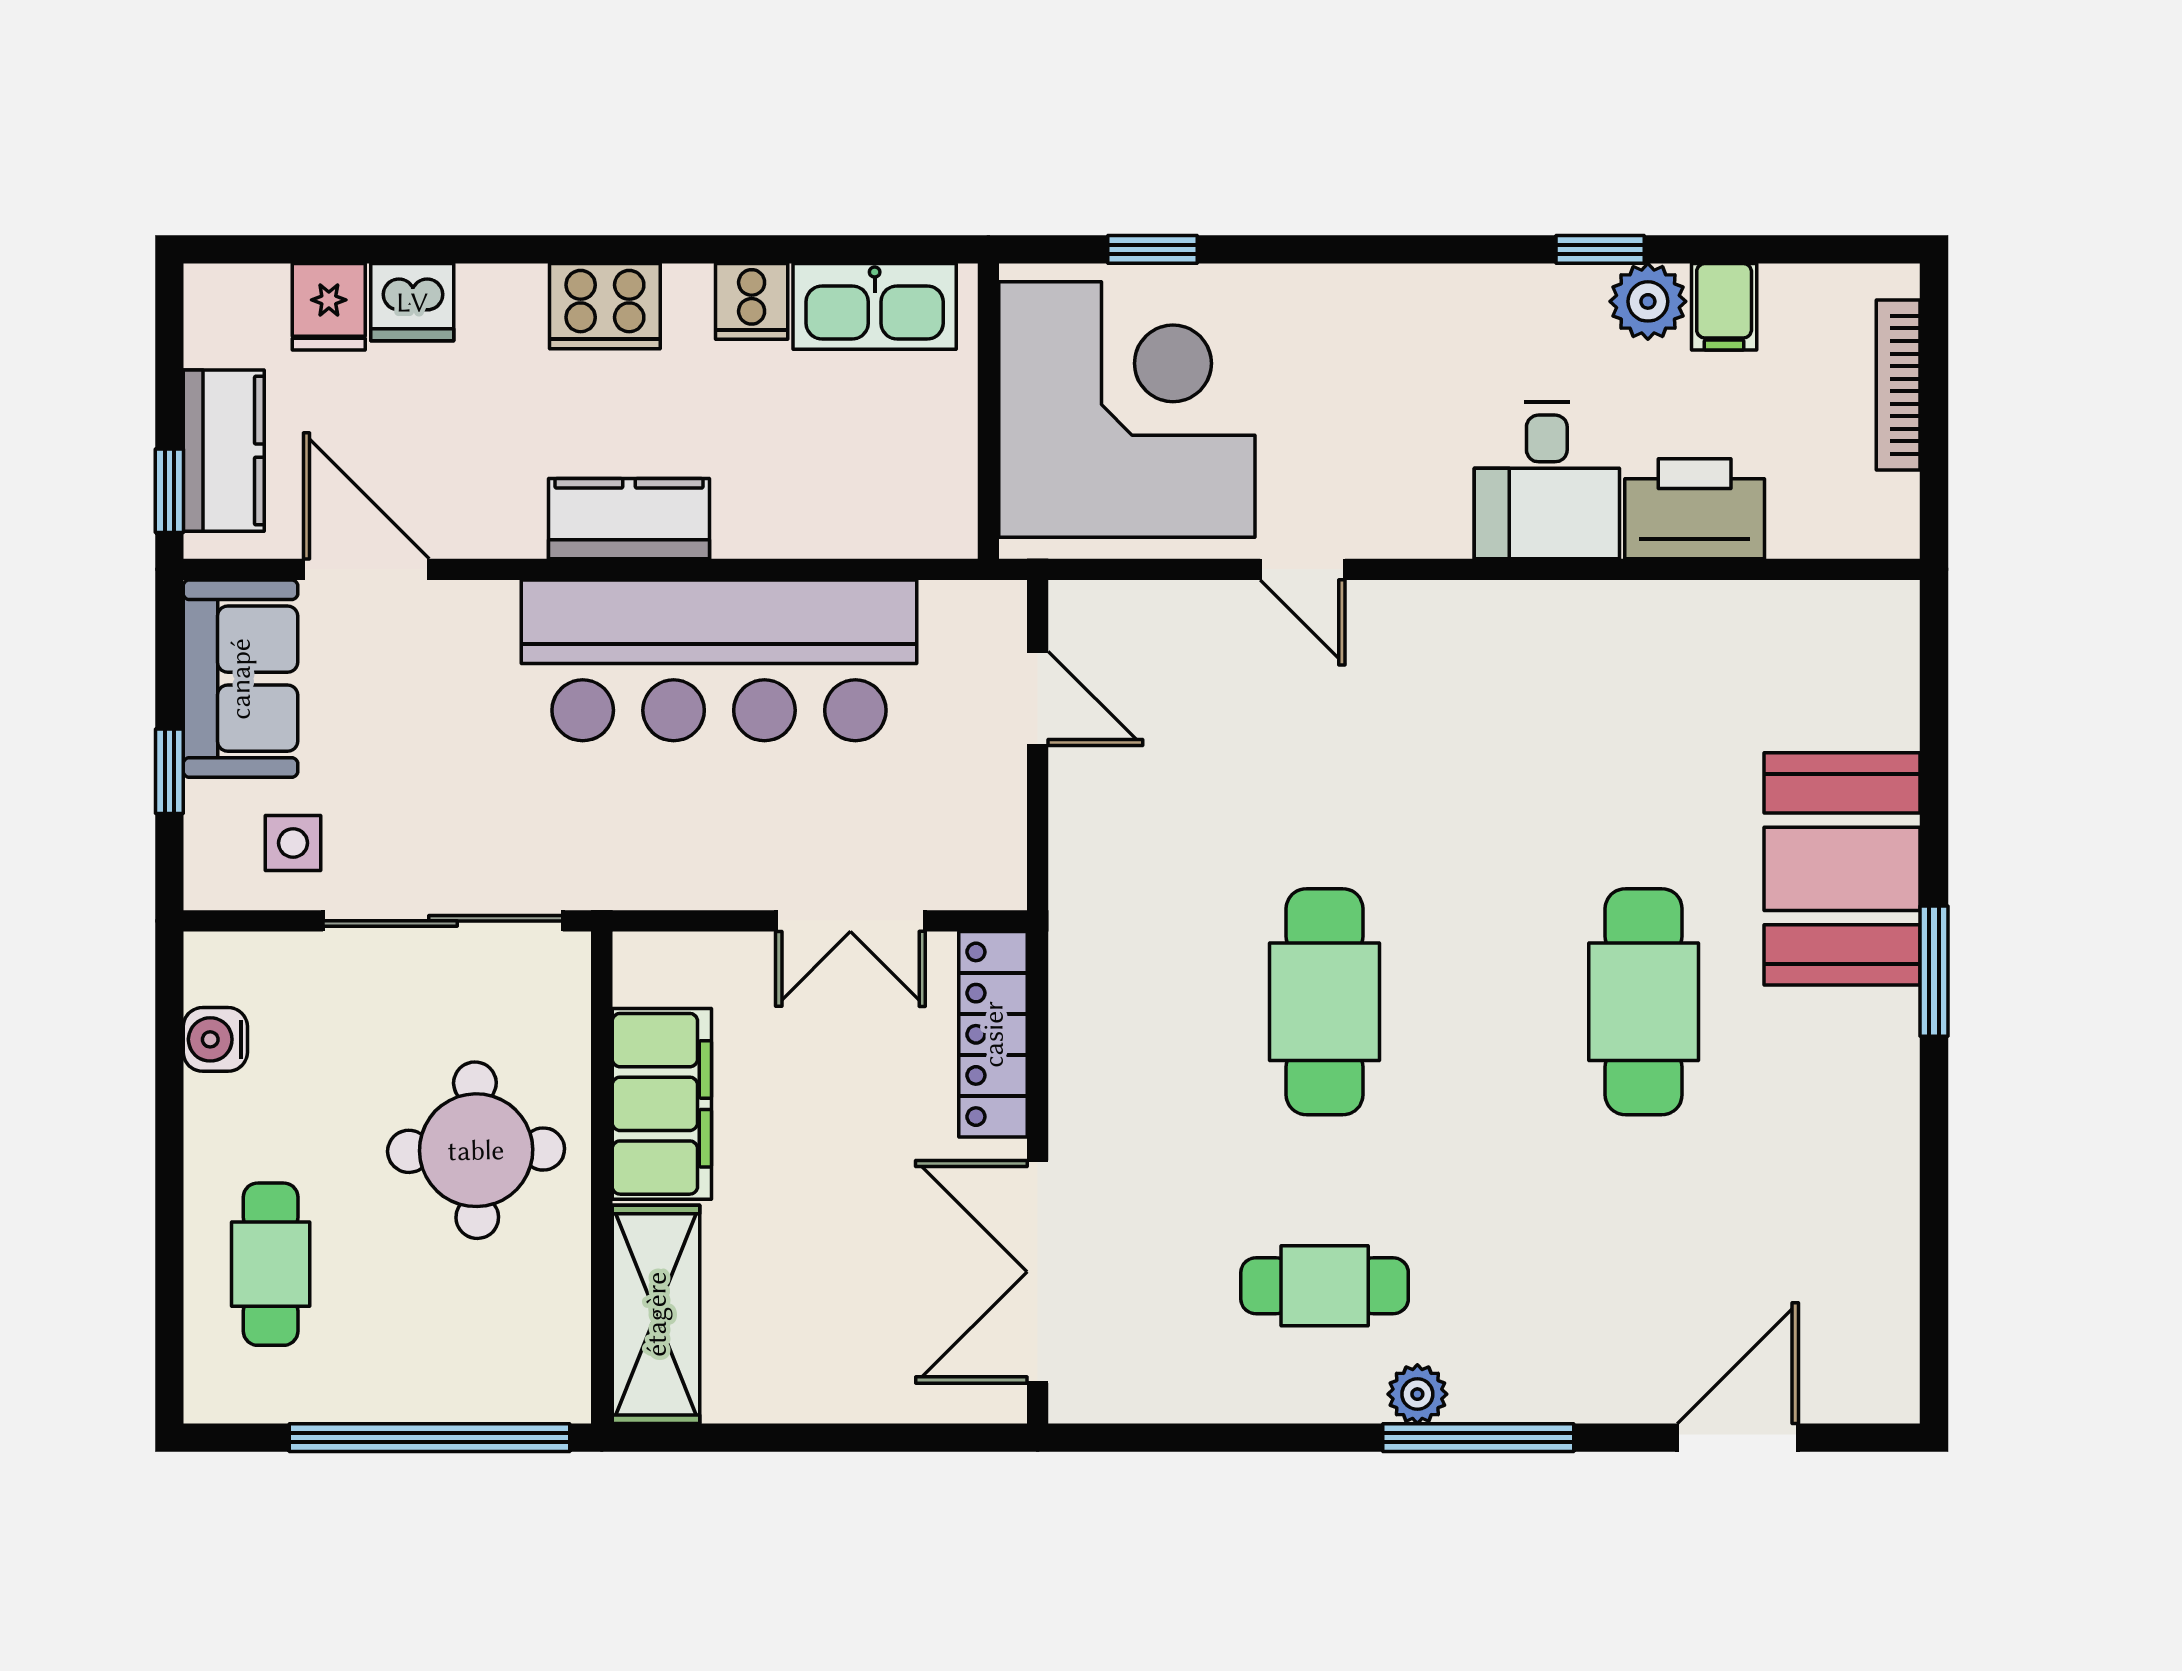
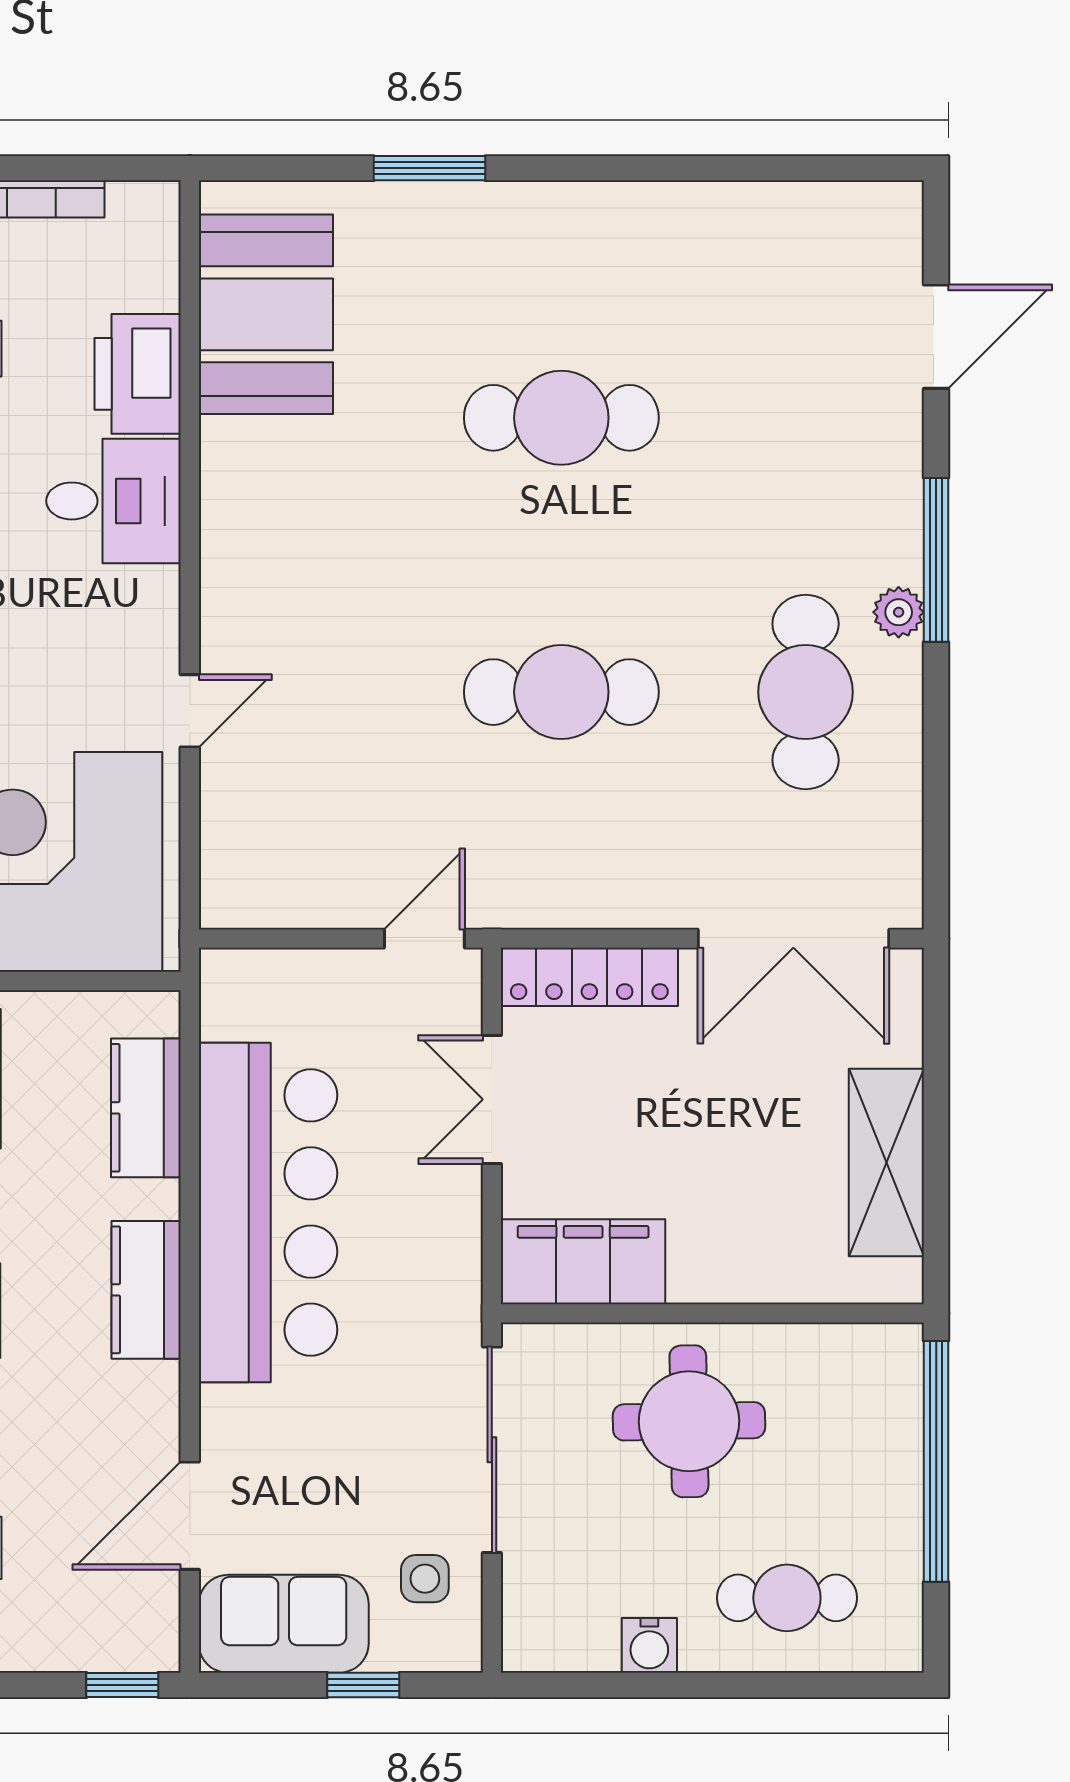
kitchen counter: (224, 451) -> (146, 1108), moved, turned -90
door: (1038, 698) -> (424, 939), moved
booth: (1842, 869) -> (266, 314), moved, turned 90
double door: (850, 921) -> (492, 1099), swing flipped
window: (1934, 971) -> (430, 168), moved
water cooler: (215, 1039) -> (649, 1645), moved
filing cabinet: (662, 1104) -> (583, 1262), moved
cafe table: (1325, 1286) -> (806, 692), width x1.37, depth x1.35
shelving: (656, 1314) -> (886, 1163), moved, turned 90
door: (1738, 1438) -> (936, 337), swing flipped

